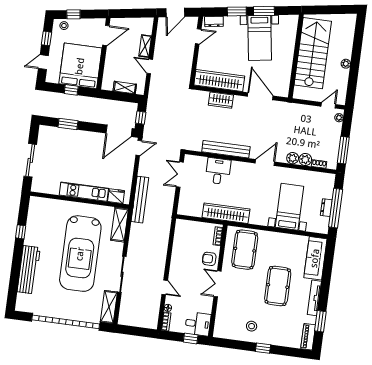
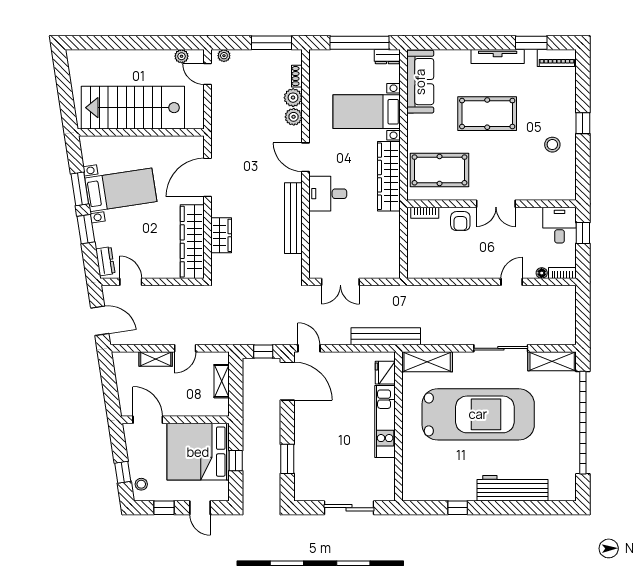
plant: (346, 64) -> (182, 56), moved
desk: (218, 171) -> (328, 194), moved
dresser: (326, 208) -> (387, 57), moved
wardrobe: (226, 213) -> (389, 176), moved
sofa: (315, 258) -> (420, 82), moved, turned -90

